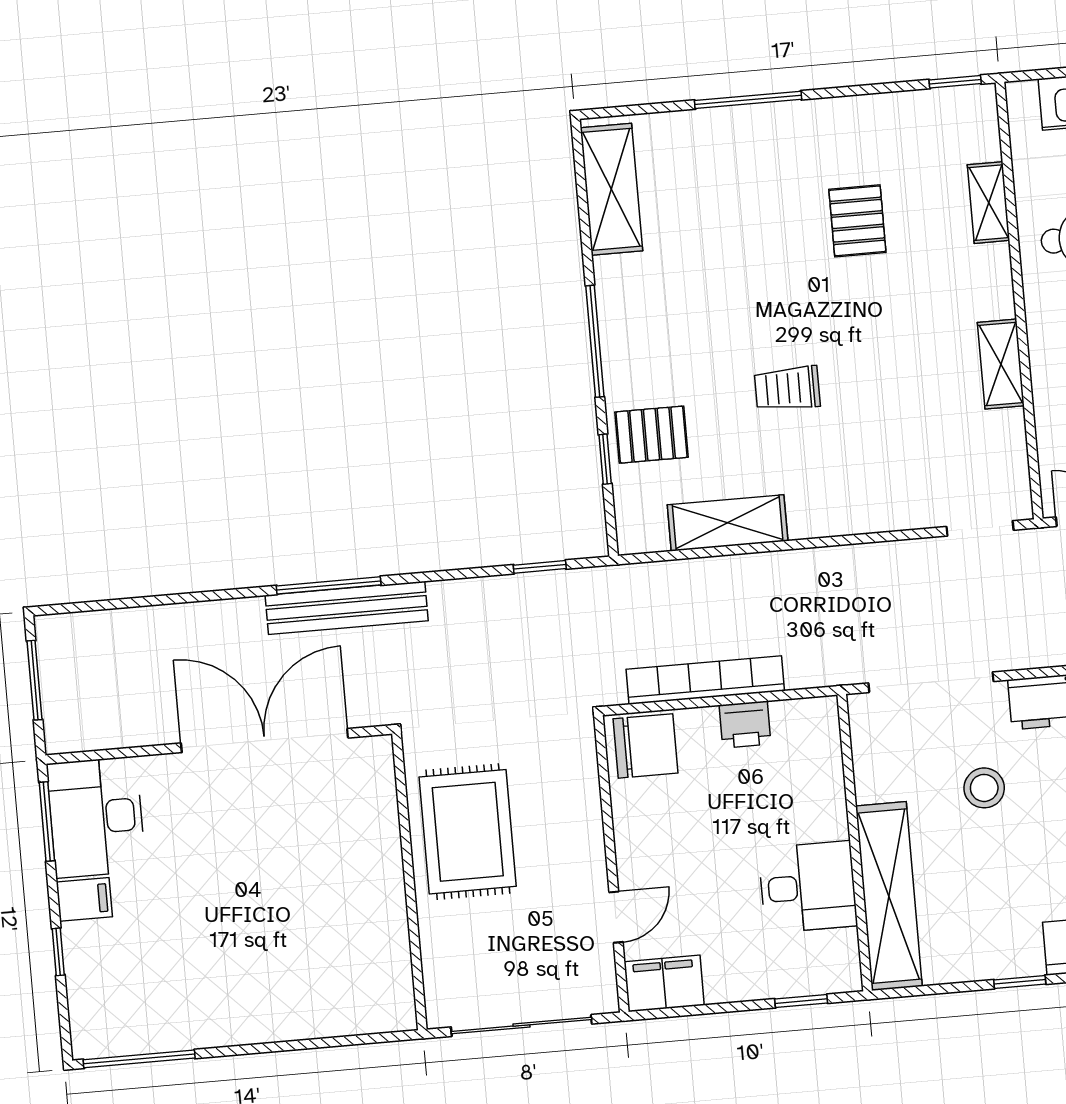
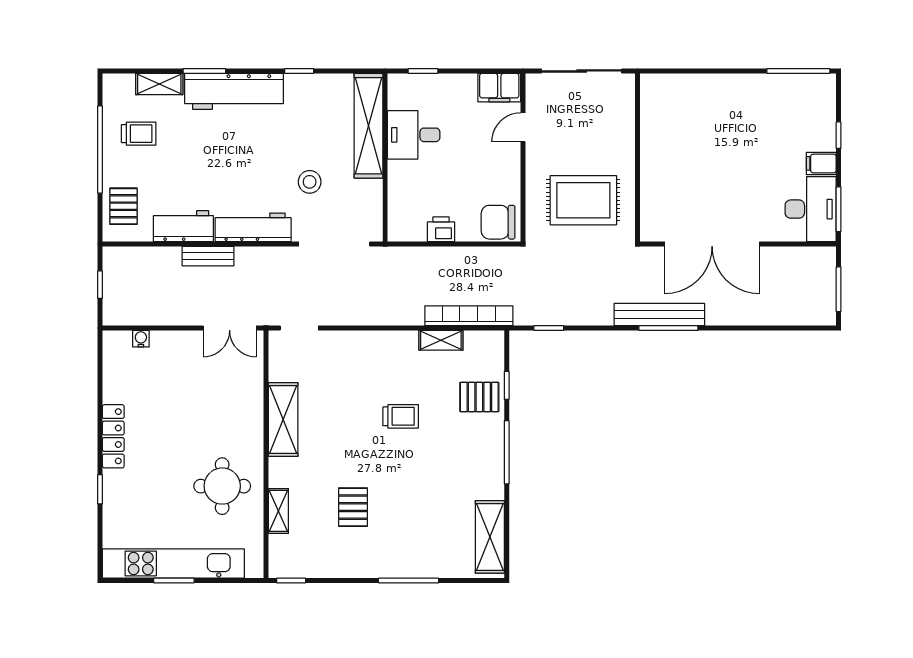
shelving: (1001, 364) -> (283, 420), width x1.50, depth x1.33
shelving: (728, 523) -> (441, 340), width x0.67, depth x0.75
bookcase: (705, 680) -> (469, 316), moved, turned 180
rug: (468, 832) -> (583, 200), moved, turned 90

